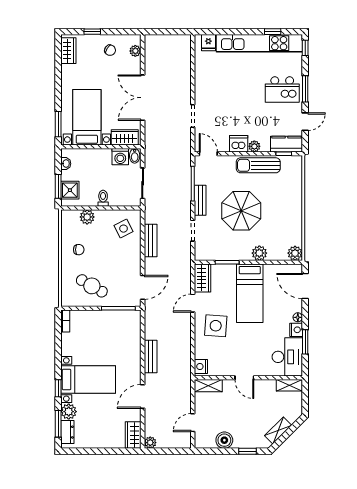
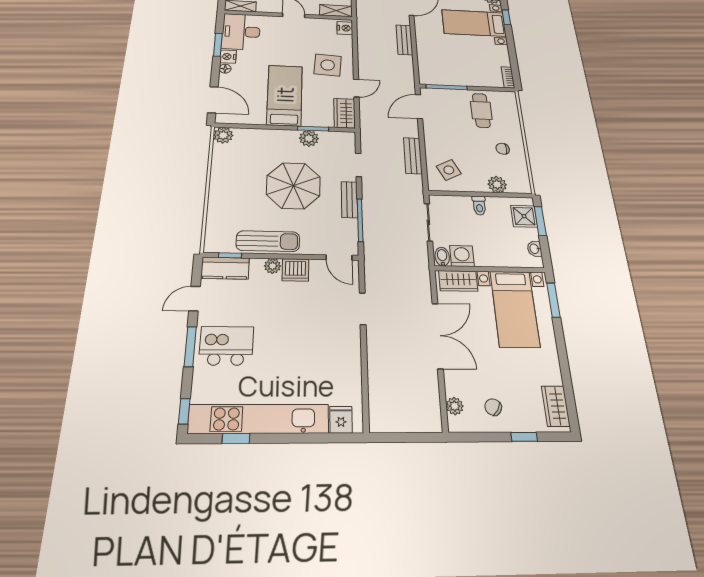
plant: (259, 253) -> (309, 138), moved
cafe table: (92, 286) -> (481, 110), turned 60

